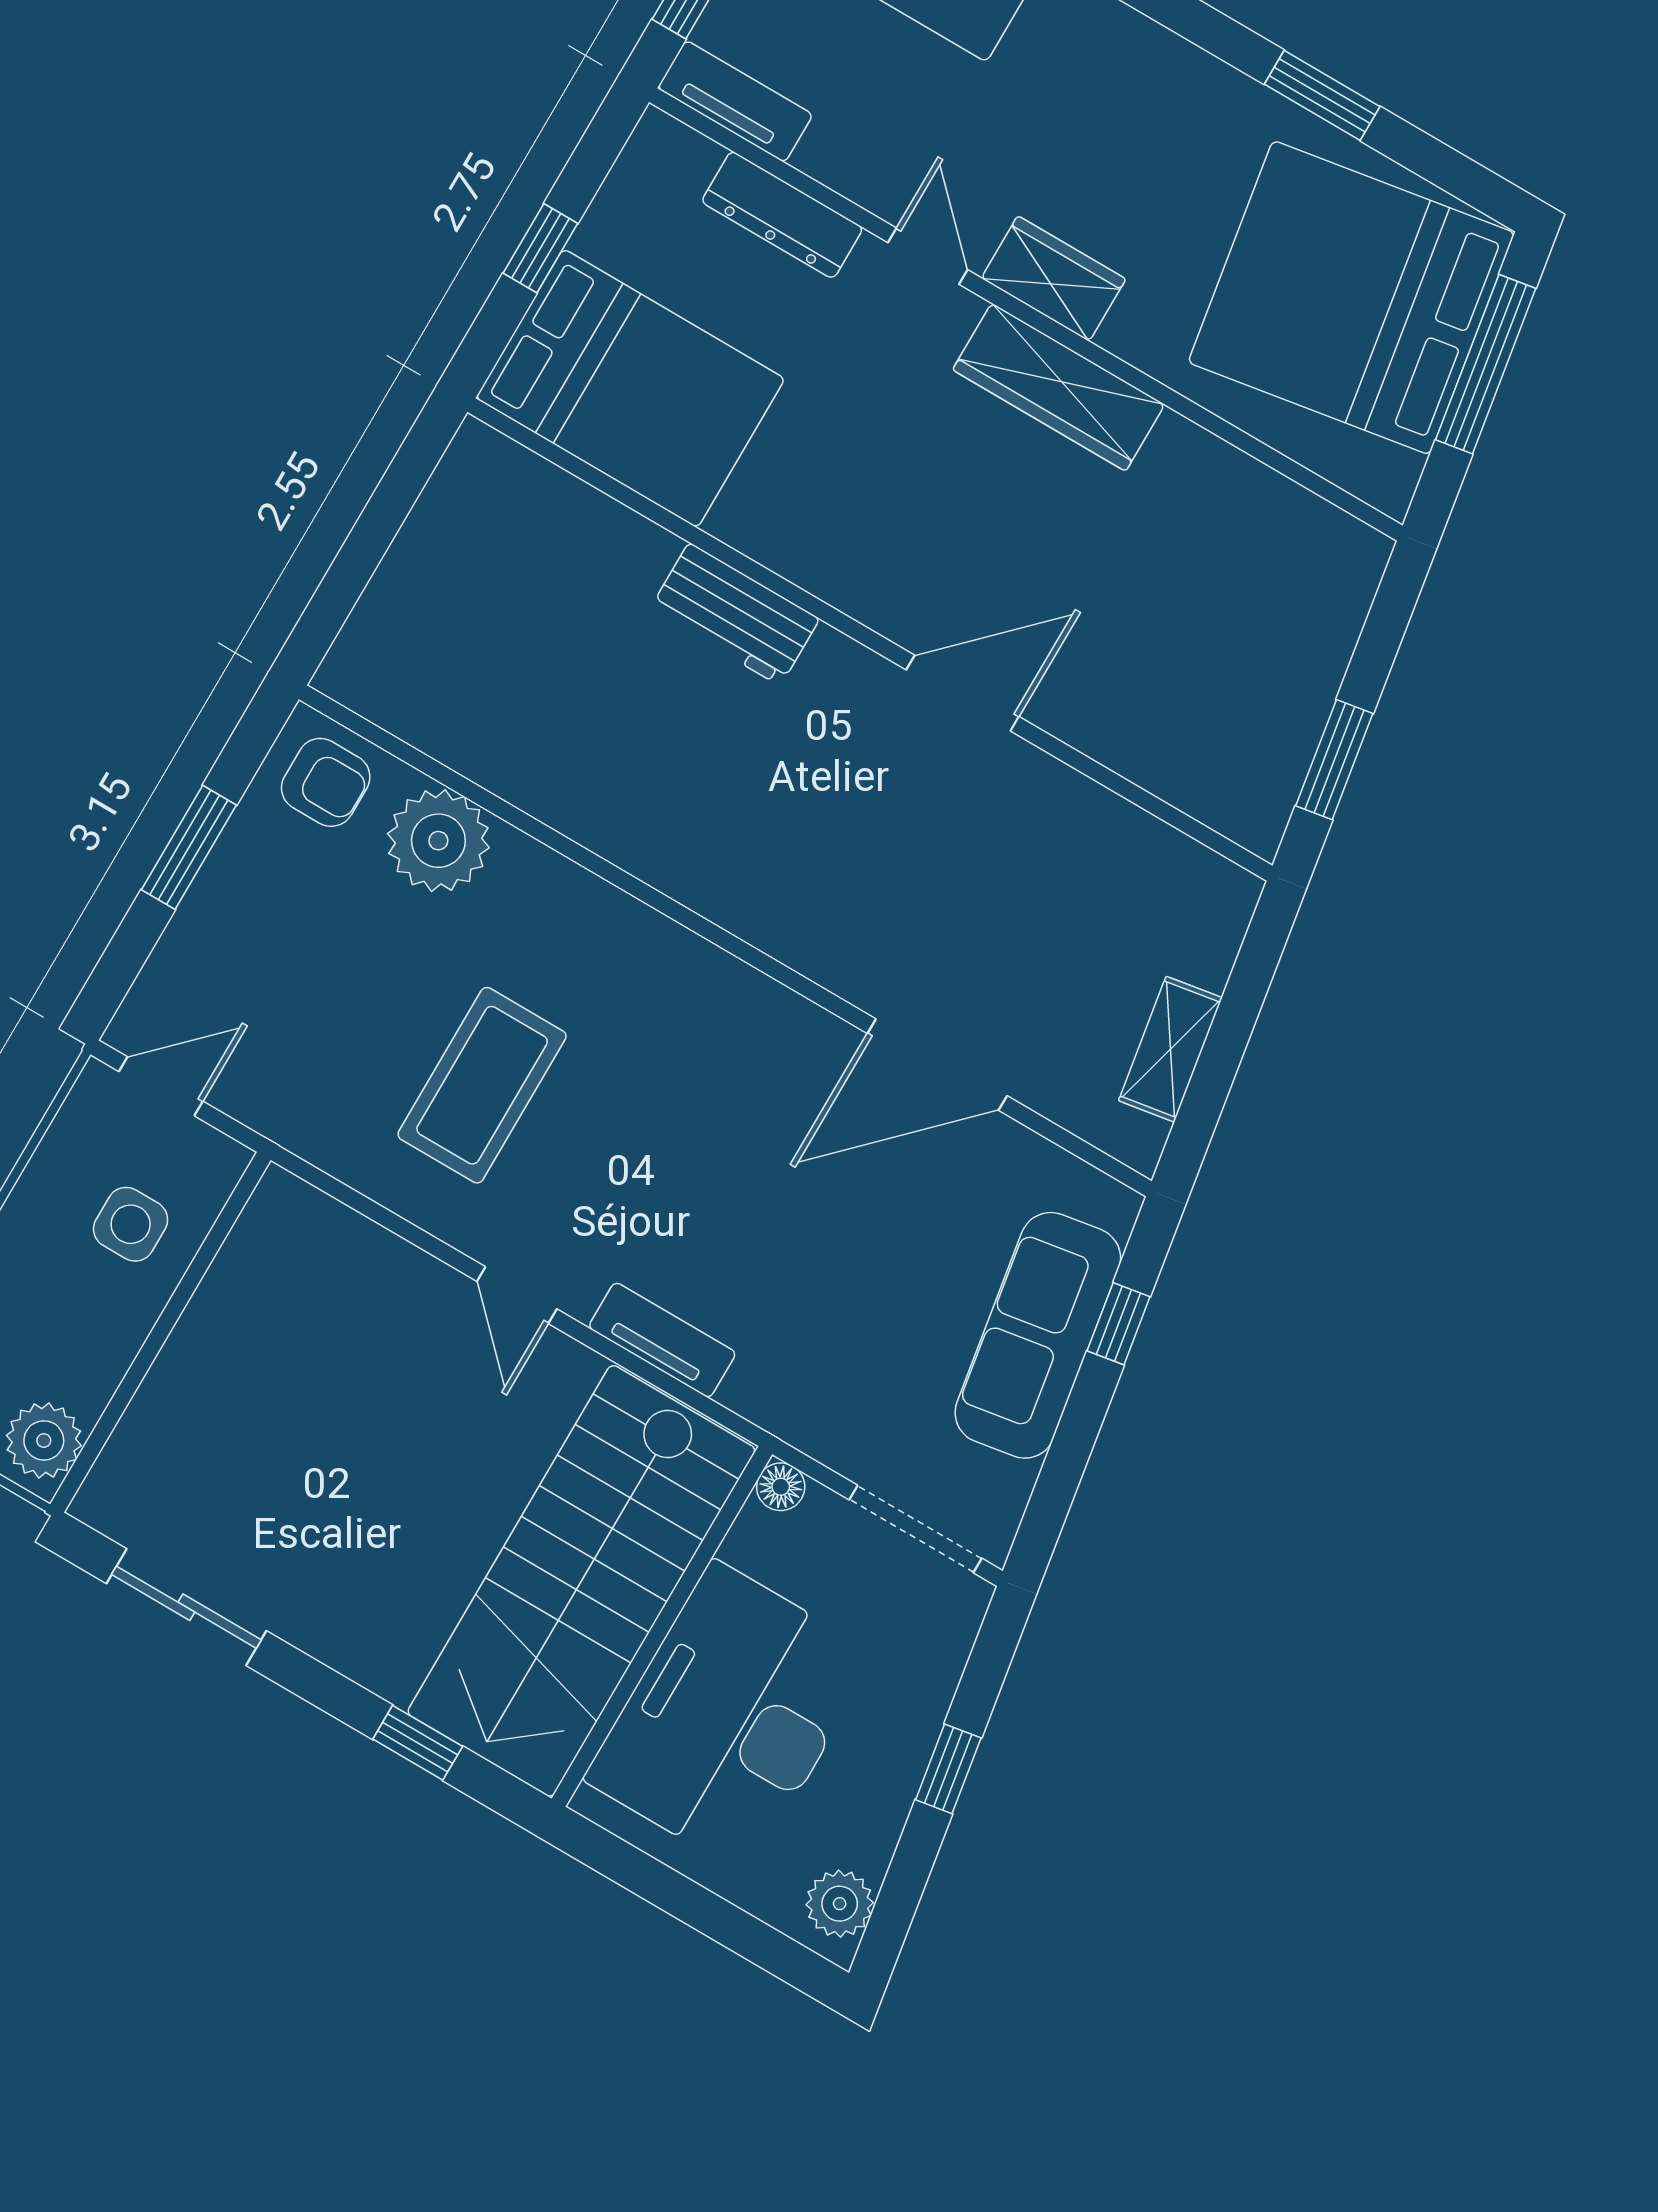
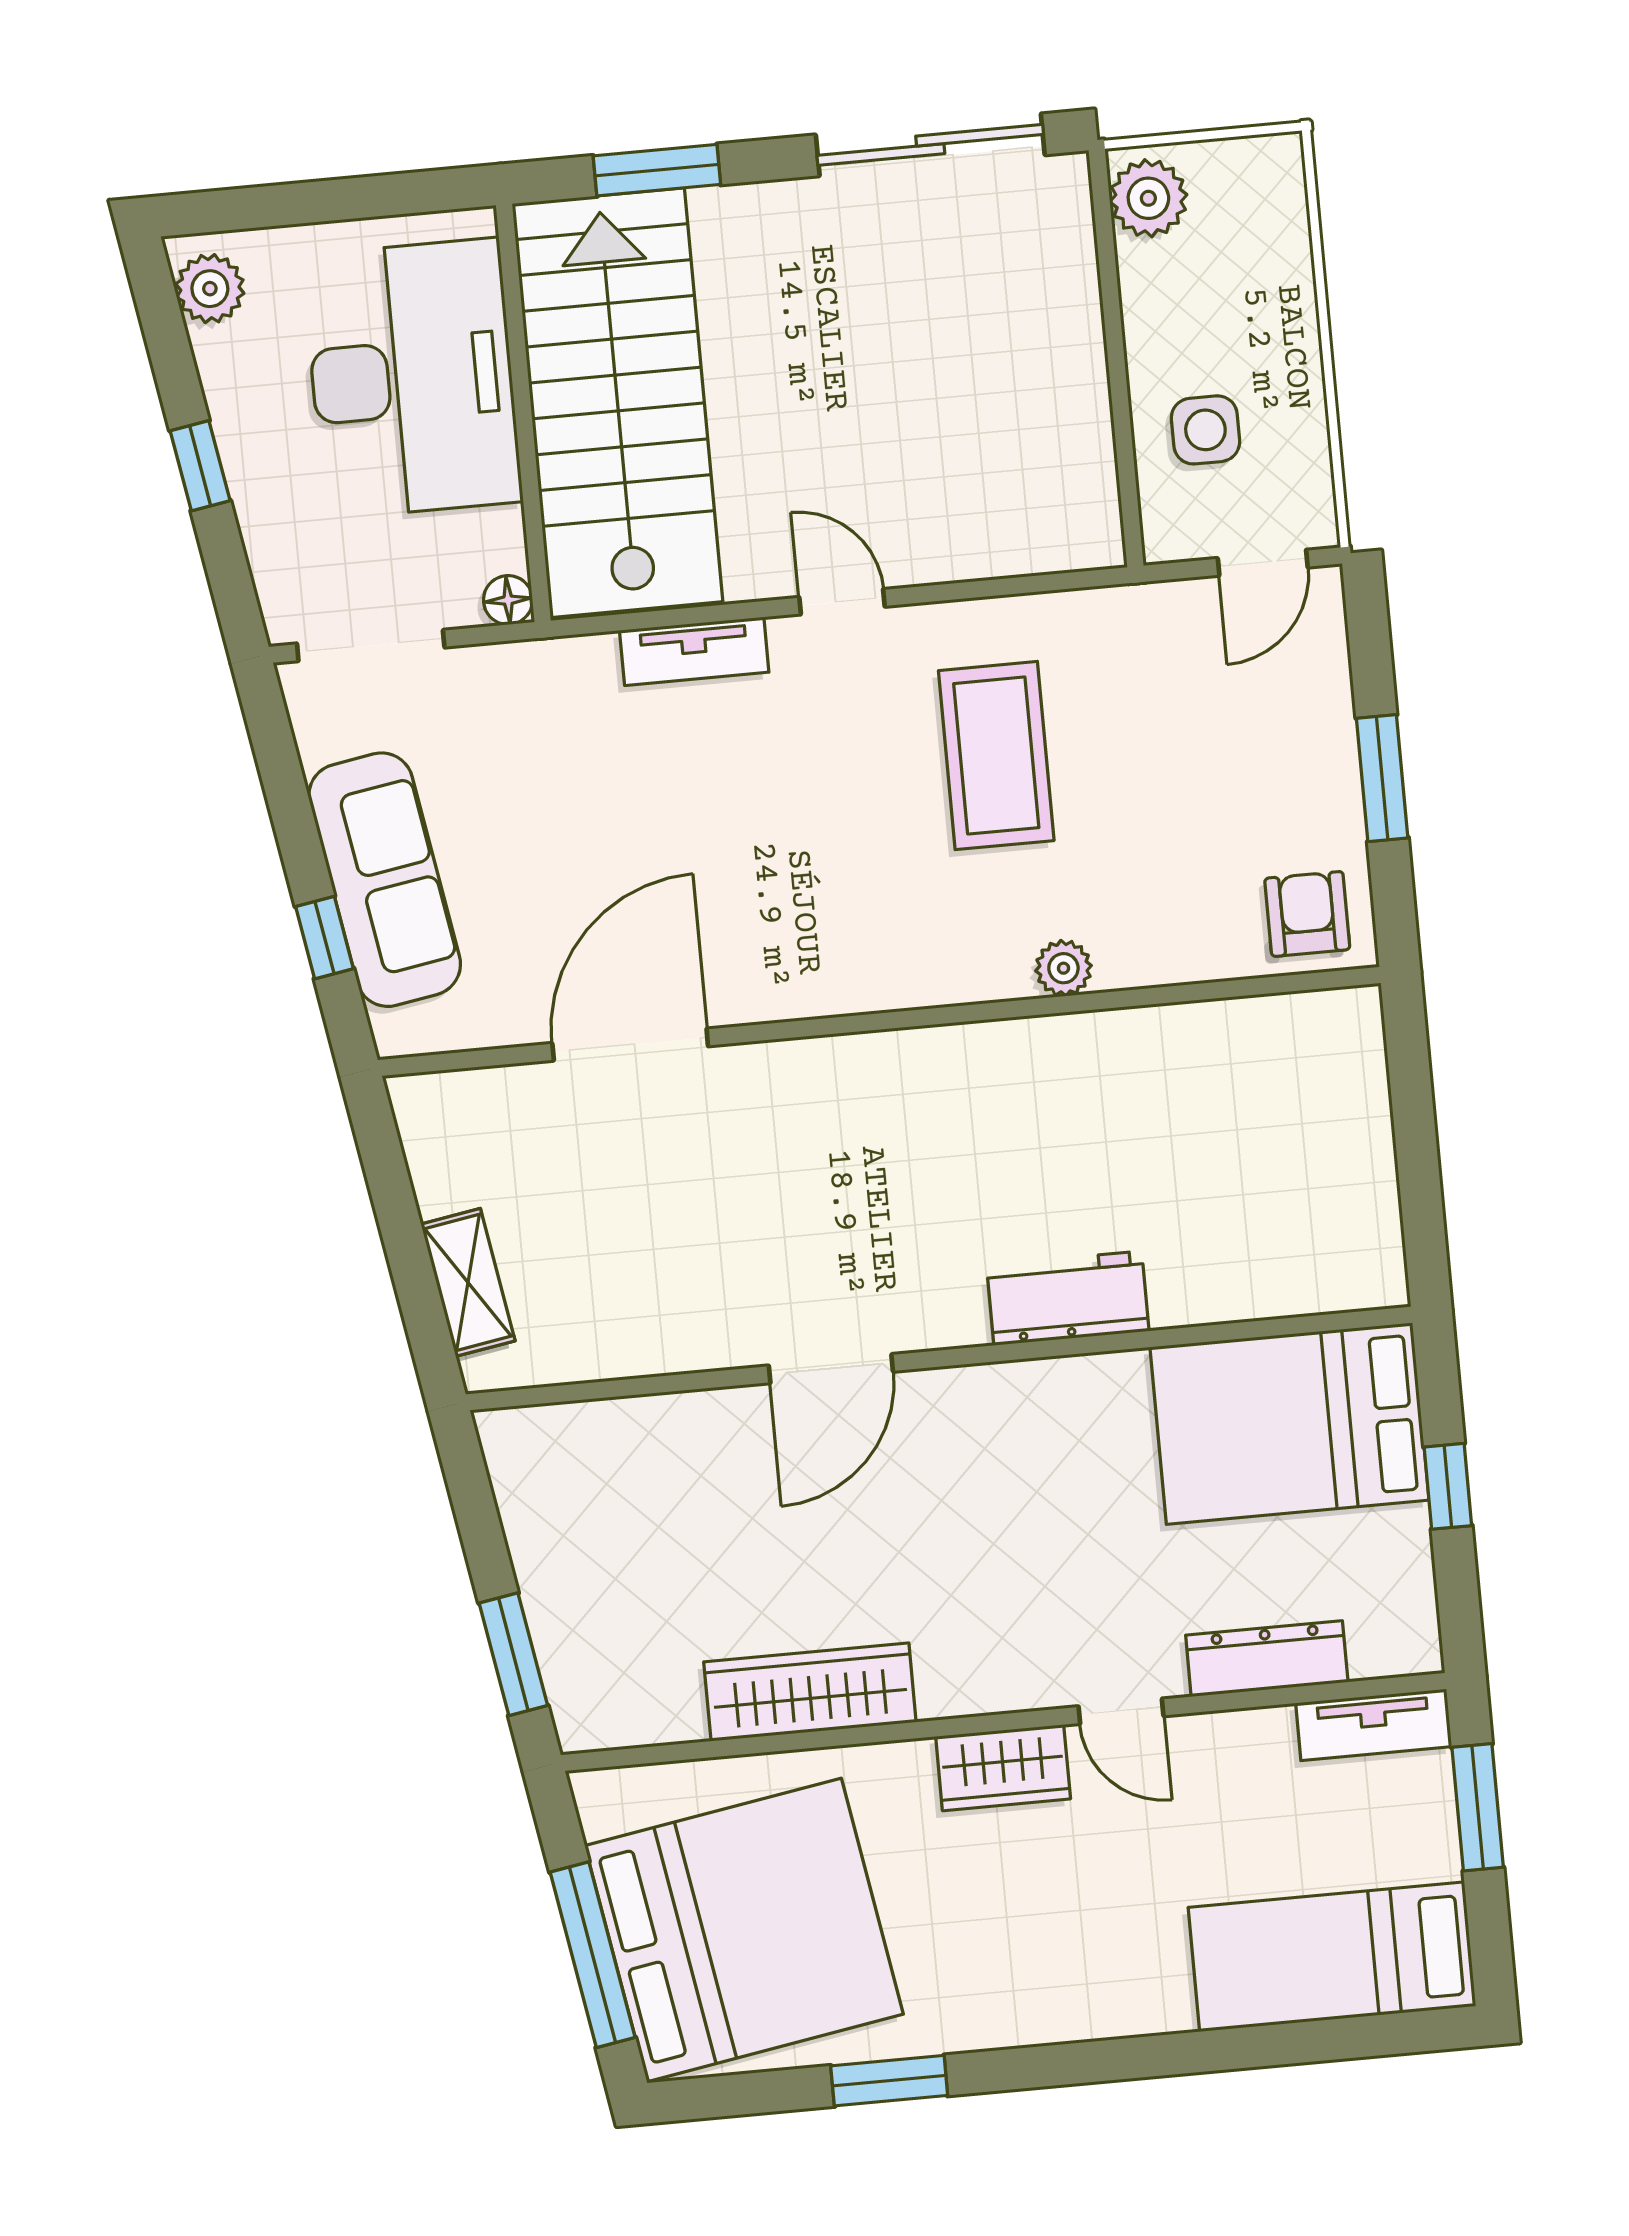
wardrobe: (1059, 387) -> (810, 1692), moved
window: (1334, 760) -> (513, 1654), moved
armchair: (326, 782) -> (1307, 914), turned 90
plant: (438, 841) -> (1063, 968), moved, width x0.53, depth x0.53
shelving: (1170, 1049) -> (468, 1282), moved
sliding door: (186, 1607) -> (930, 145), width x1.37
window: (418, 1743) -> (657, 170), width x1.50

